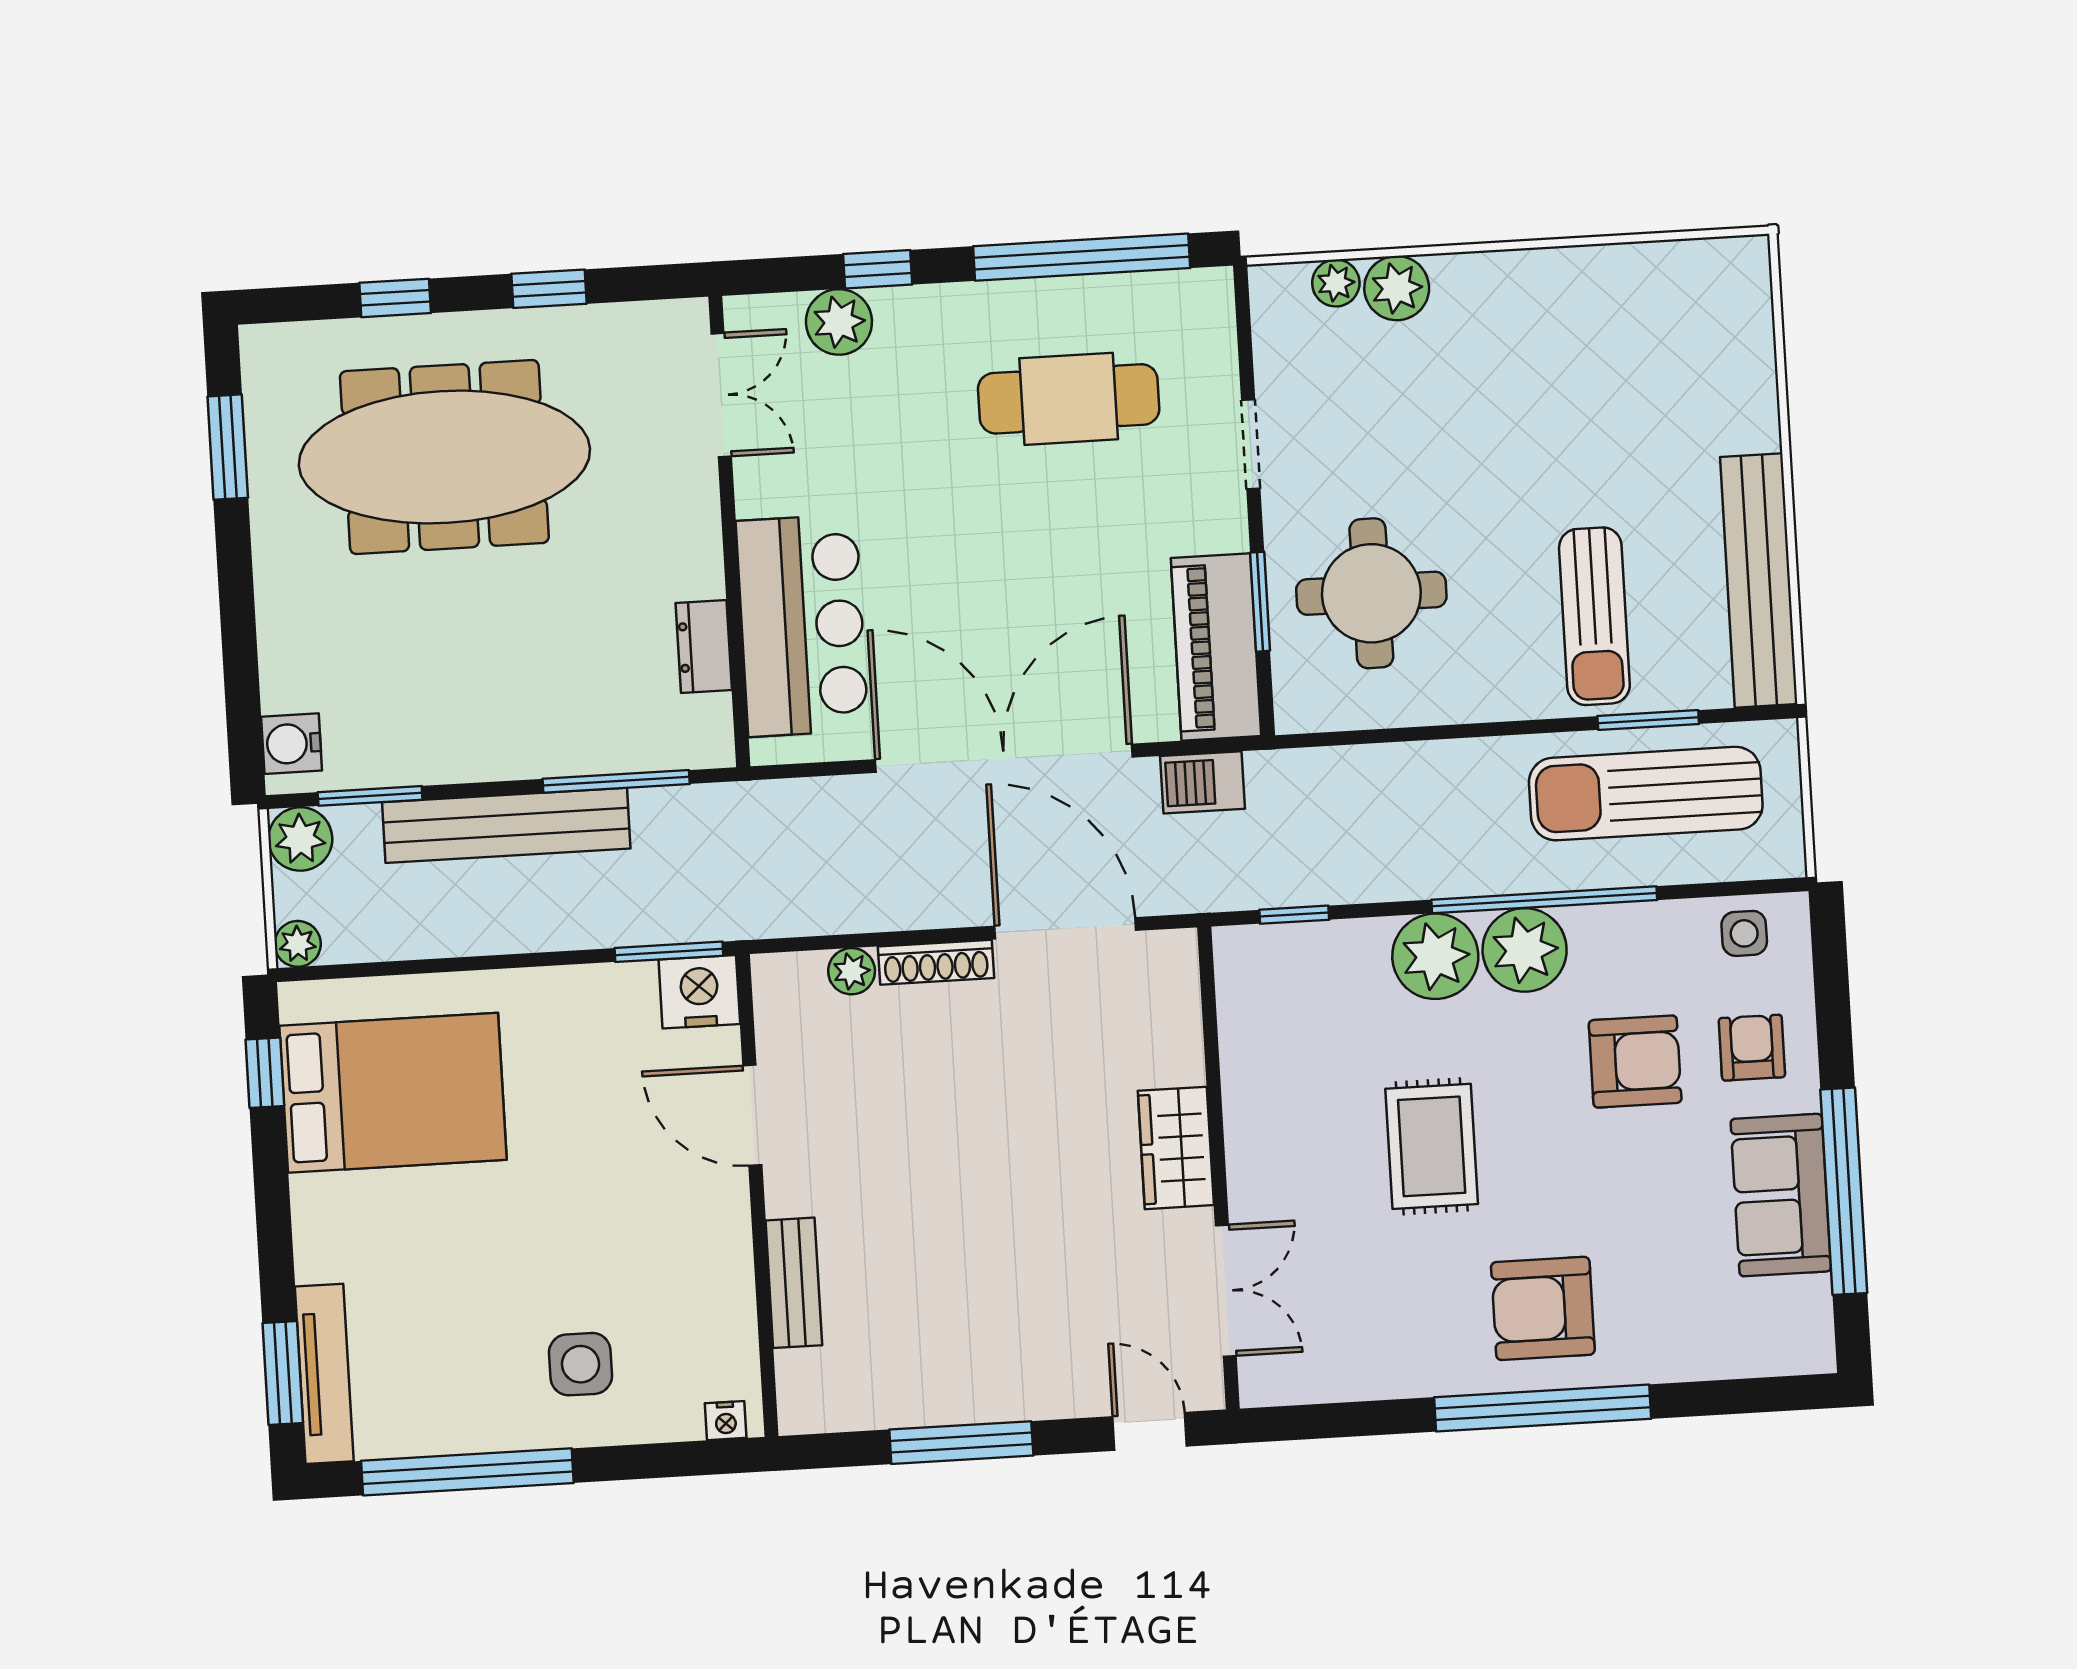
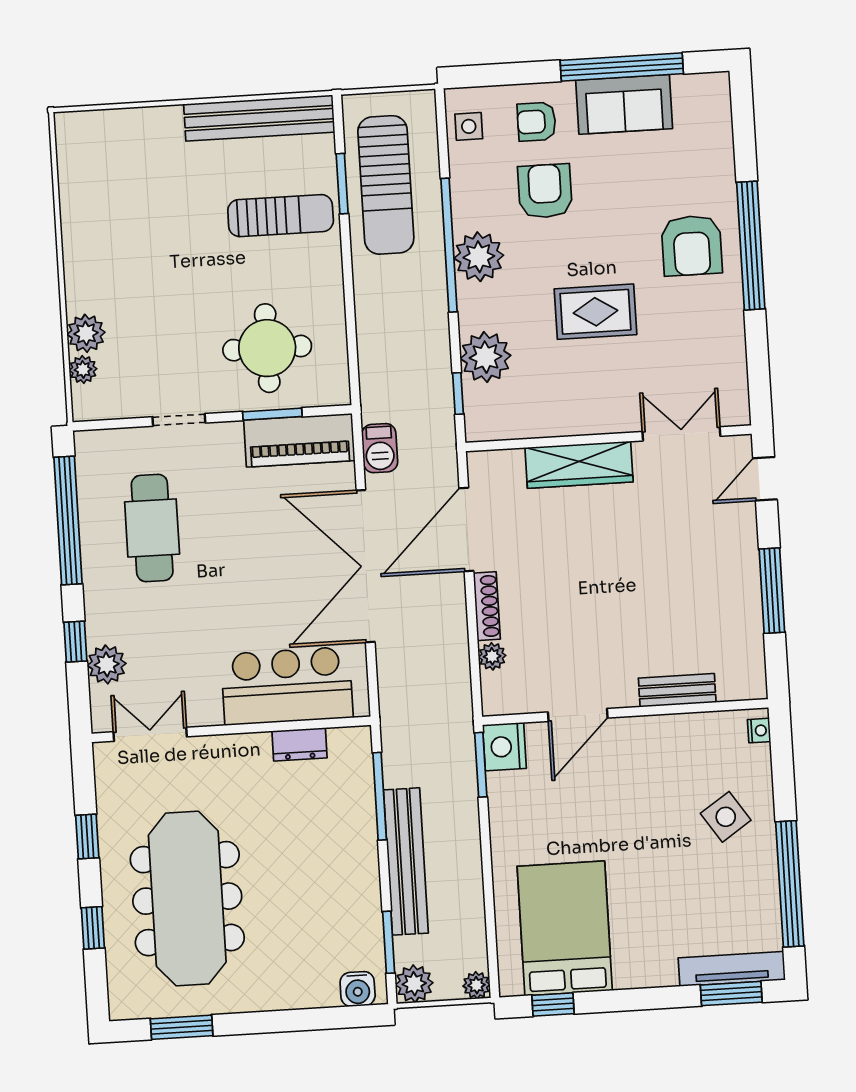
plant: (1435, 956) -> (486, 357), moved
wardrobe: (1176, 1148) -> (579, 465), width x1.50
side table: (581, 1364) -> (726, 817), turned -34

